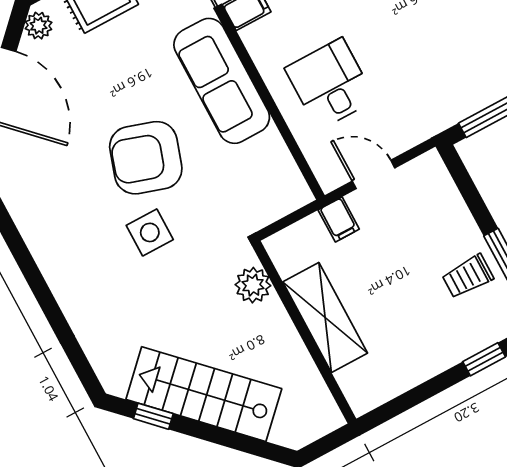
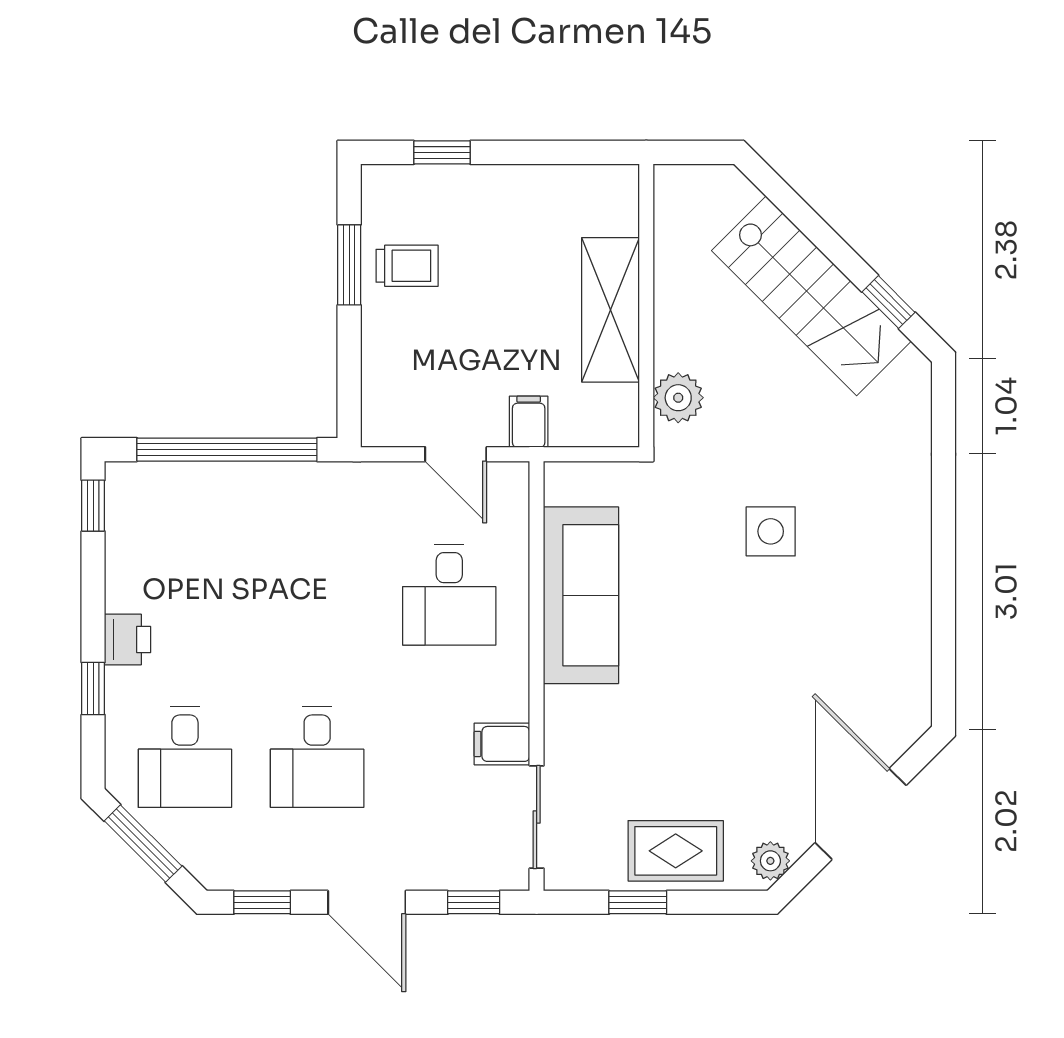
sofa: (222, 81) -> (581, 595), moved
armchair: (146, 158) -> (726, 626), removed

